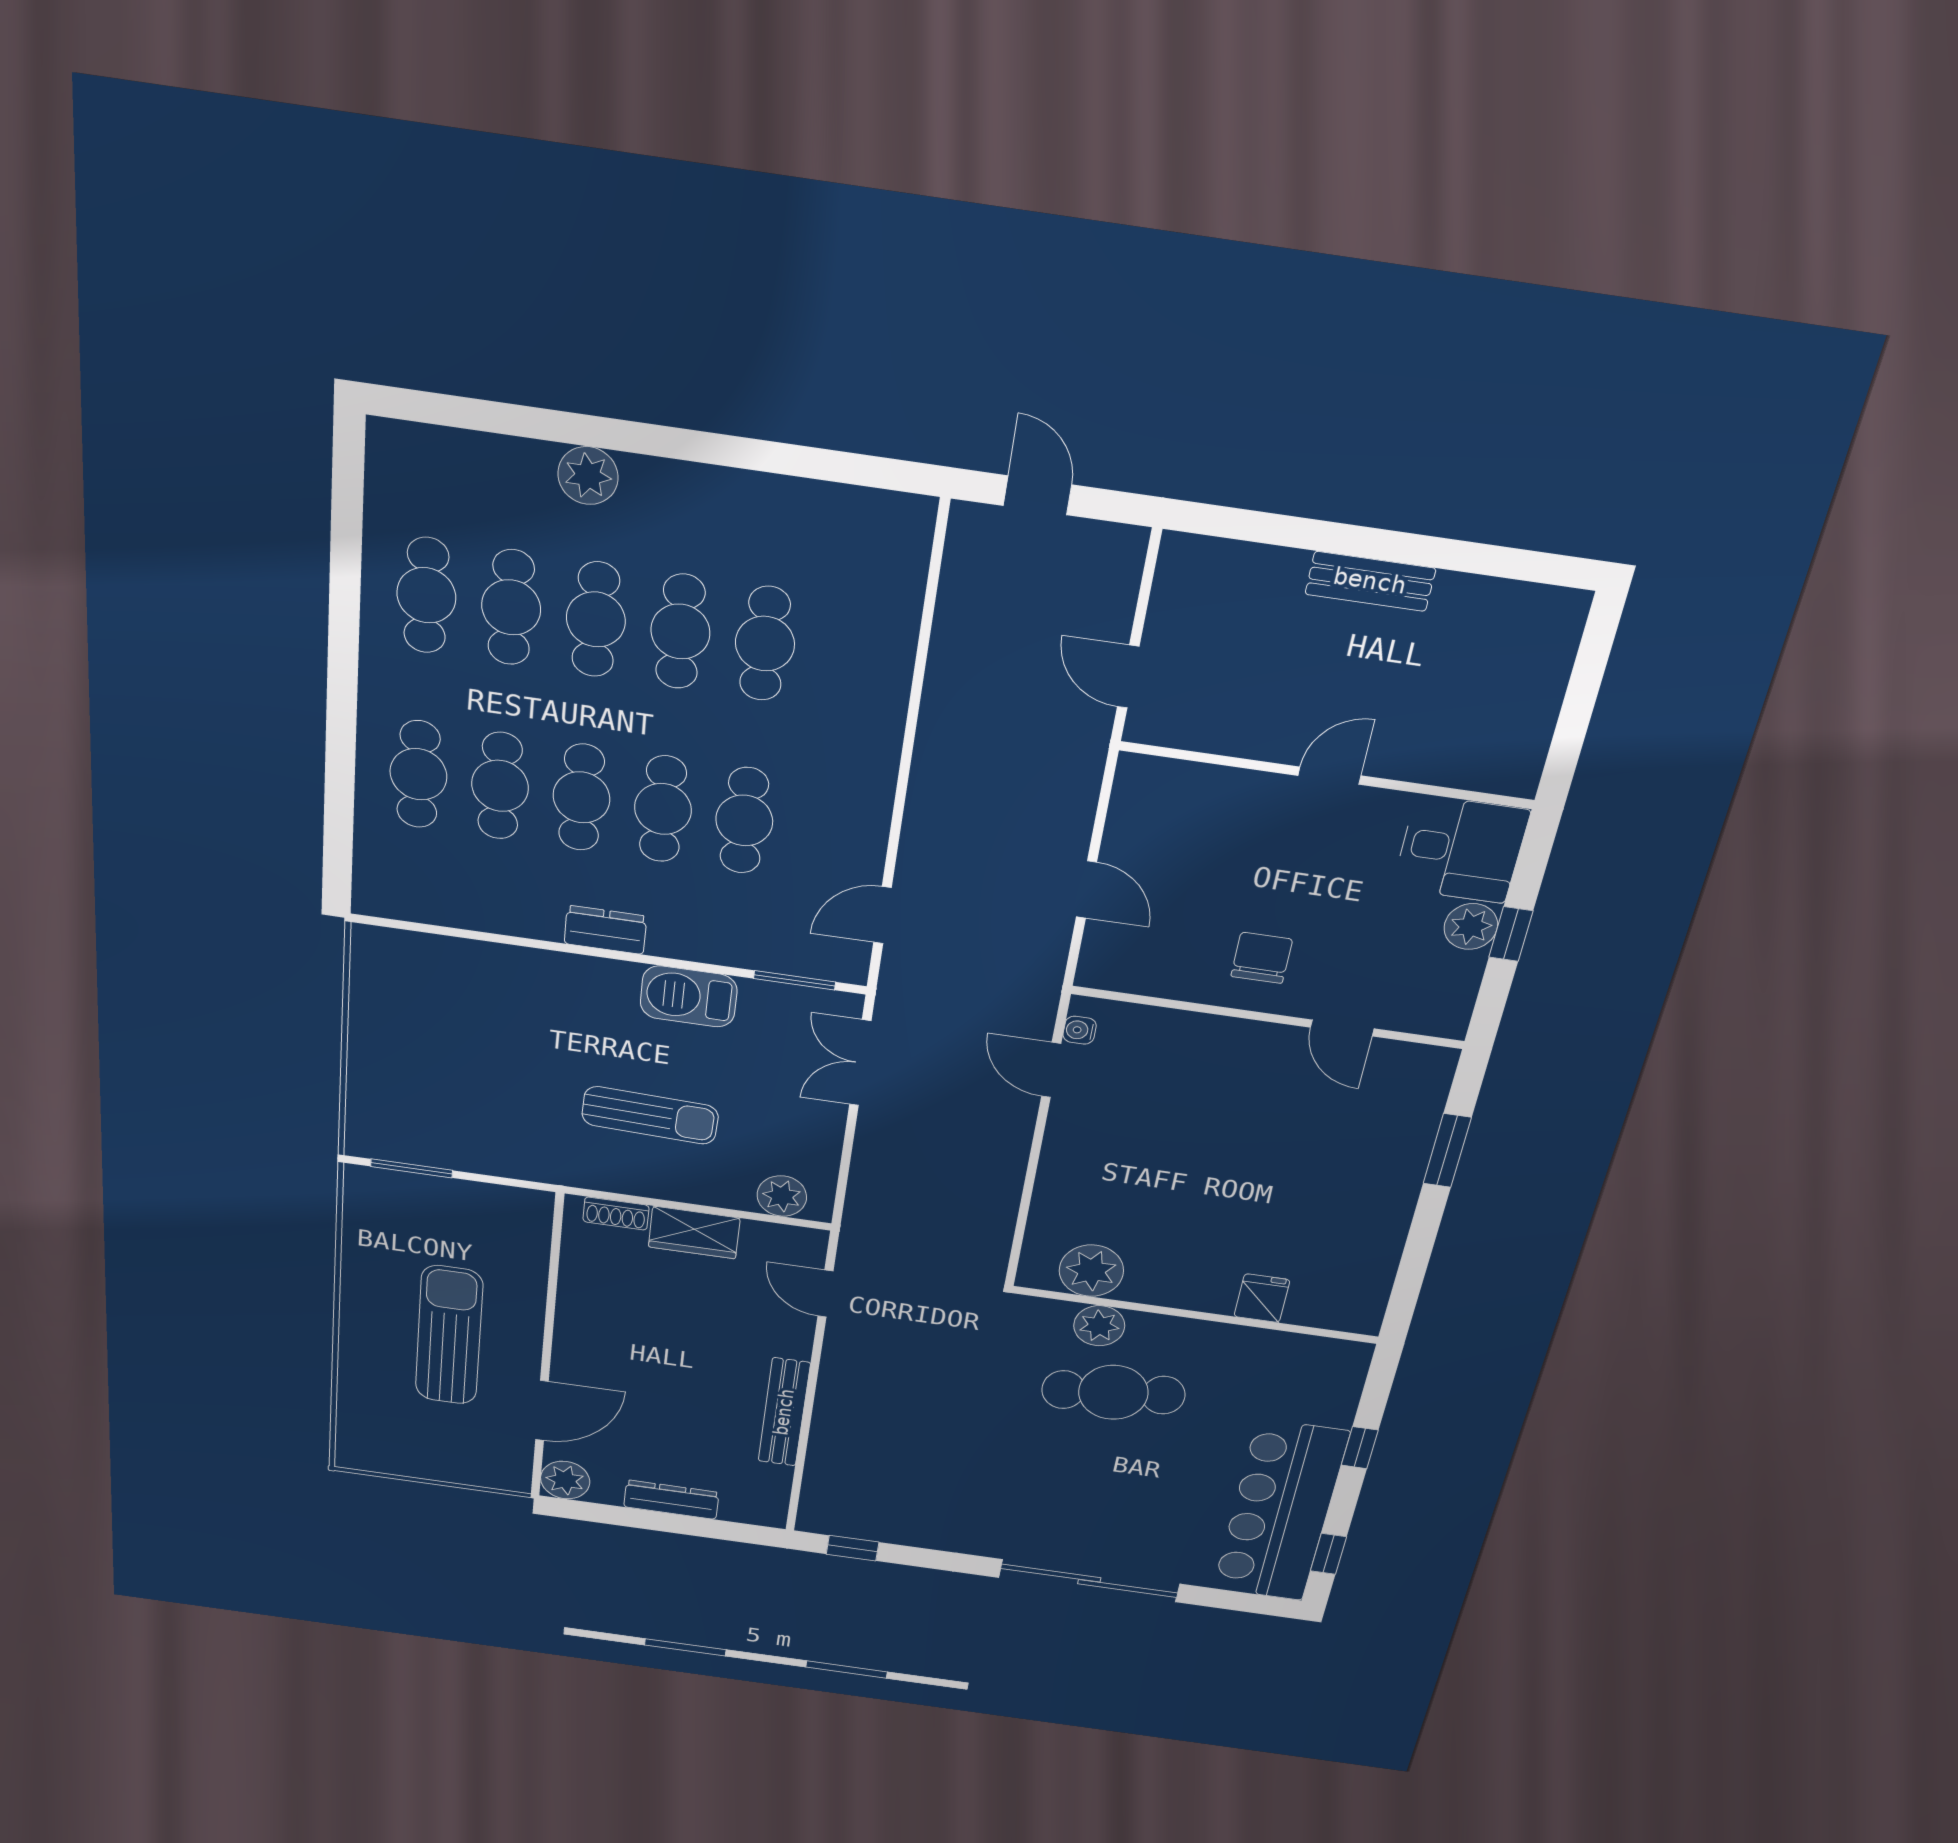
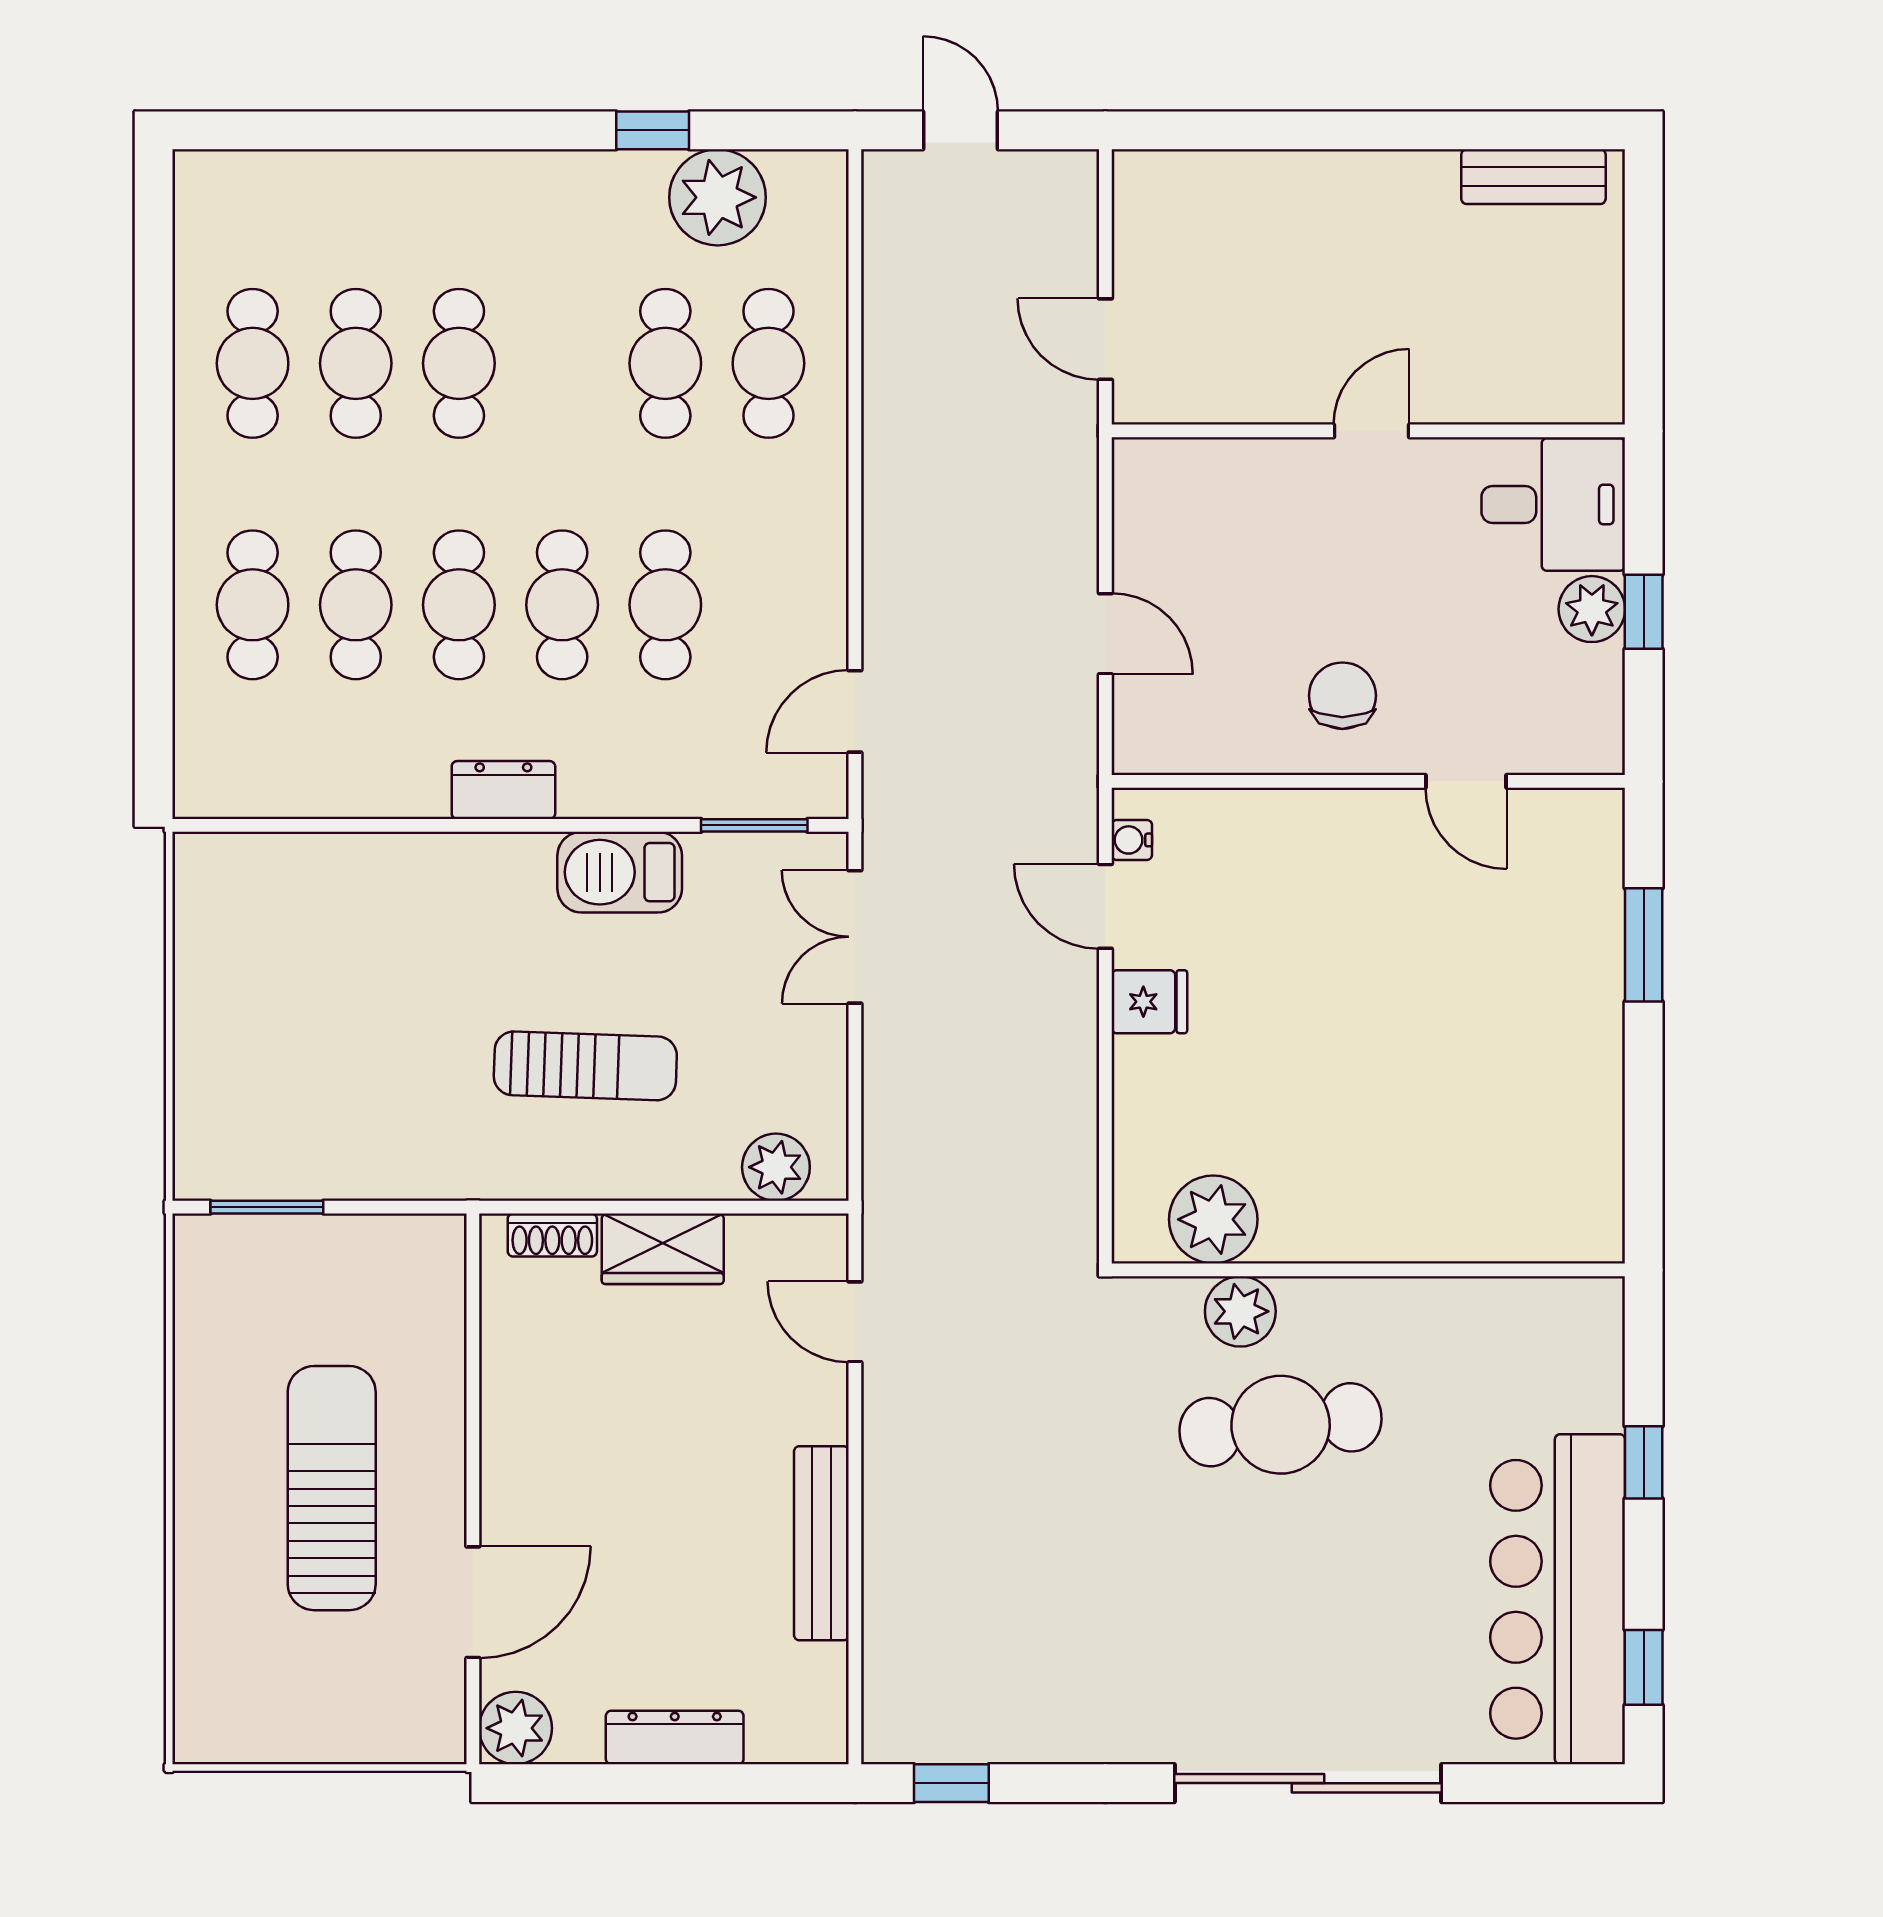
window: (776, 458) -> (653, 130), added
plant: (588, 476) -> (718, 197), moved, width x1.36, depth x1.36
bench: (1370, 581) -> (1533, 177), moved
cafe table: (680, 632) -> (768, 363), moved
fridge: (1262, 1298) -> (1149, 1002), moved, turned 90

